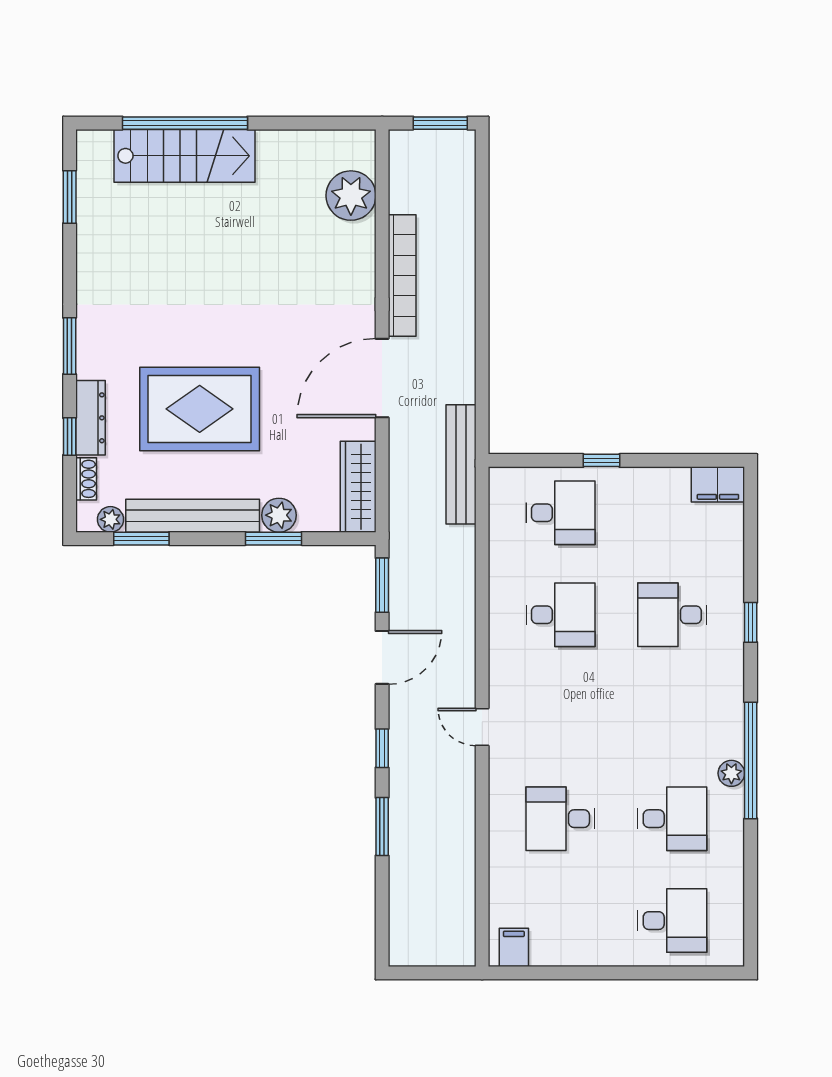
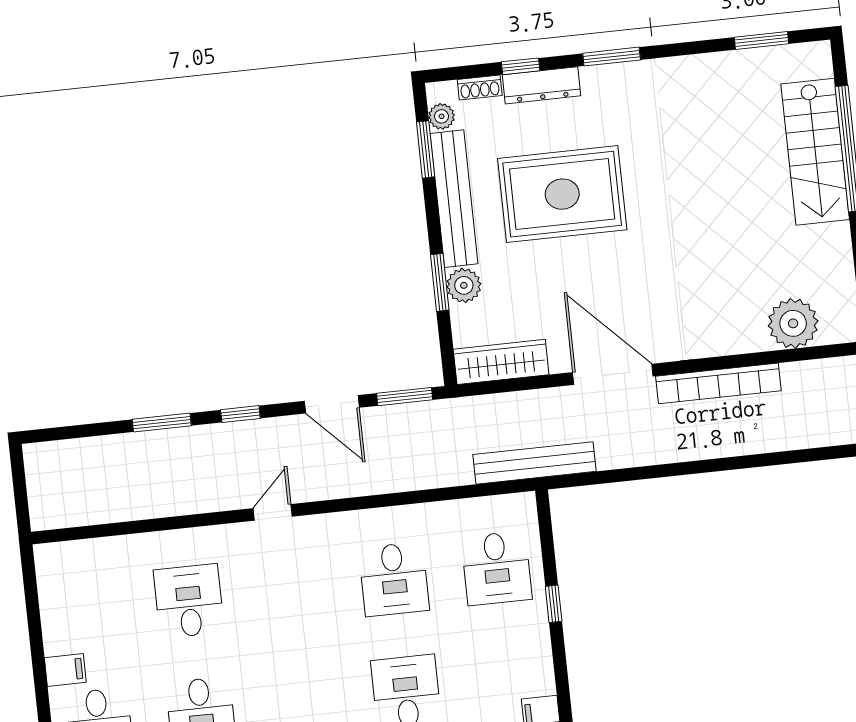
rug: (200, 409) -> (562, 194), turned 90
filing cabinet: (514, 947) -> (65, 670), moved

